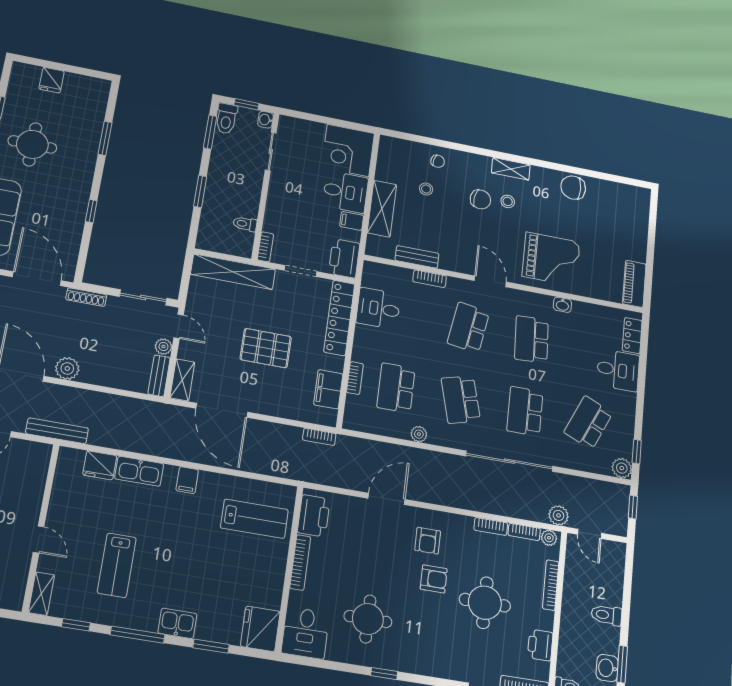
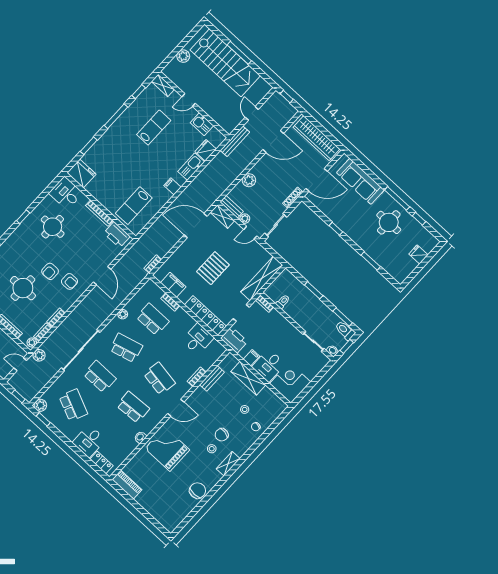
grand piano: (551, 259) -> (167, 449), turned 90
plant: (67, 368) -> (249, 180), moved
armchair: (428, 541) -> (70, 281), turned 180
lab bench: (117, 565) -> (154, 128), turned 90
kitchen sink: (177, 623) -> (202, 124), moved, turned 90

